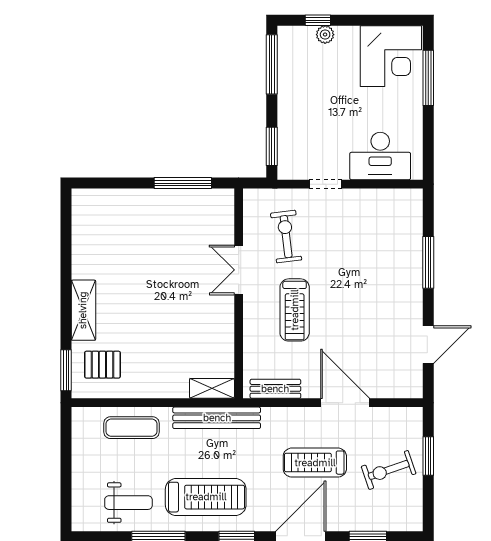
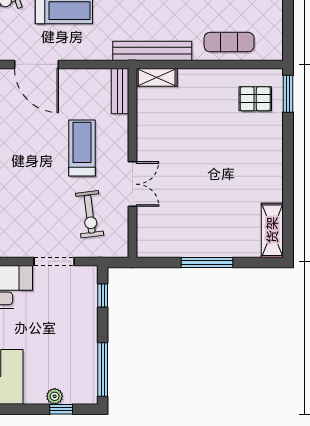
window: (272, 146) -> (103, 296), width x0.67
window: (183, 183) -> (207, 262), moved
doorway: (326, 184) -> (54, 261), width x1.38
shelving: (83, 310) -> (272, 230), moved
bench: (275, 389) -> (120, 91), moved, turned 90

